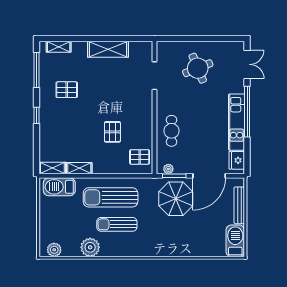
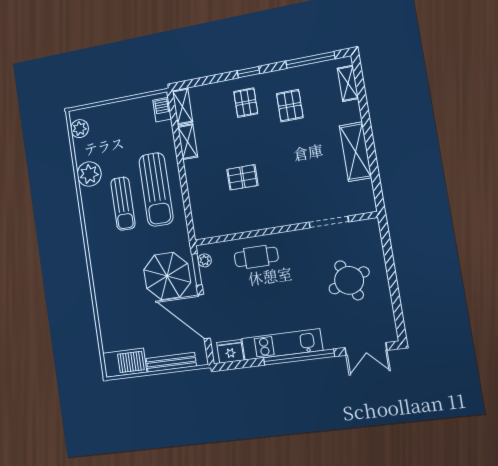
pallet: (140, 157) -> (246, 103), moved
barbecue: (59, 187) -> (162, 110), width x0.53, depth x0.65
sun lounger: (111, 197) -> (156, 190), turned 180
sun lounger: (117, 224) -> (123, 204), turned 180

